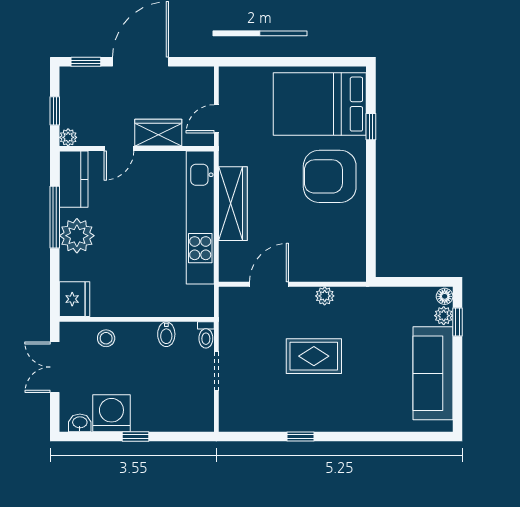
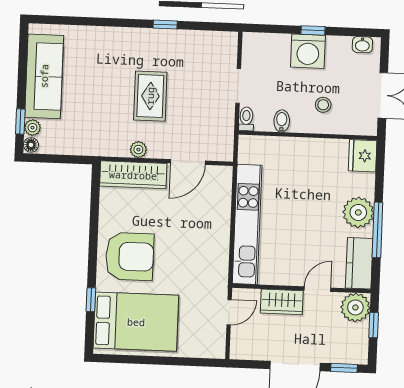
plant: (68, 137) -> (355, 307), width x1.88, depth x1.88
wardrobe: (233, 204) -> (133, 175), moved, turned -90
stool: (106, 338) -> (323, 105), moved
rug: (314, 356) -> (150, 96), turned 90
washing machine: (111, 413) -> (308, 51), moved

